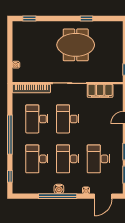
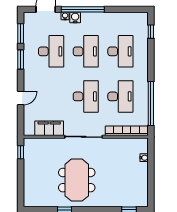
meeting table: (76, 45) -> (77, 180), turned 90
window: (10, 135) -> (151, 104), moved
water cooler: (59, 189) -> (75, 17), moved
window: (58, 196) -> (83, 9), moved

